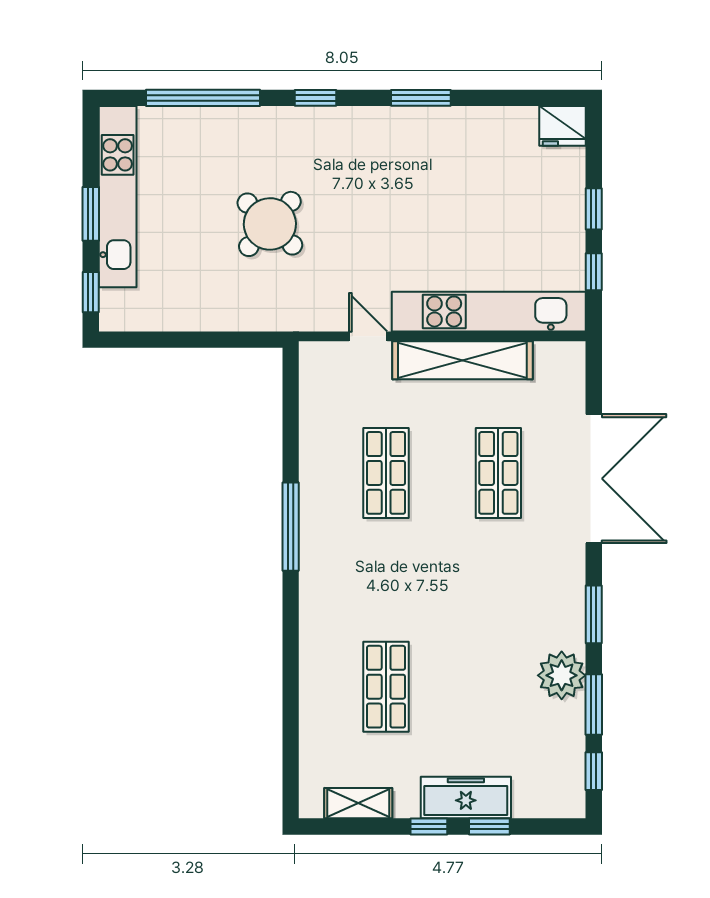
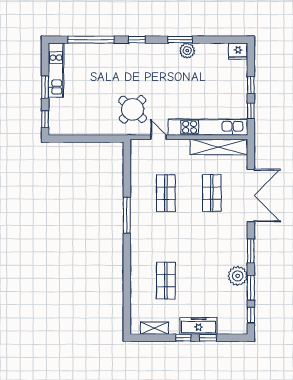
plant: (438, 125) -> (187, 51), added
kitchen unit: (118, 197) -> (56, 70), width x0.73
round table: (270, 224) -> (133, 109), moved
shelving: (462, 360) -> (219, 147), moved

